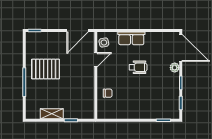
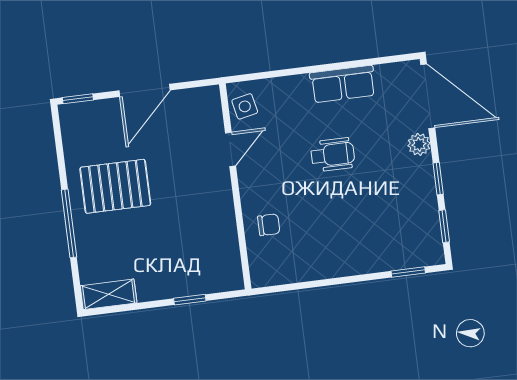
door: (78, 31) -> (145, 90), moved
row of seats: (131, 38) -> (343, 84), moved
shelving: (52, 114) -> (109, 294), moved

